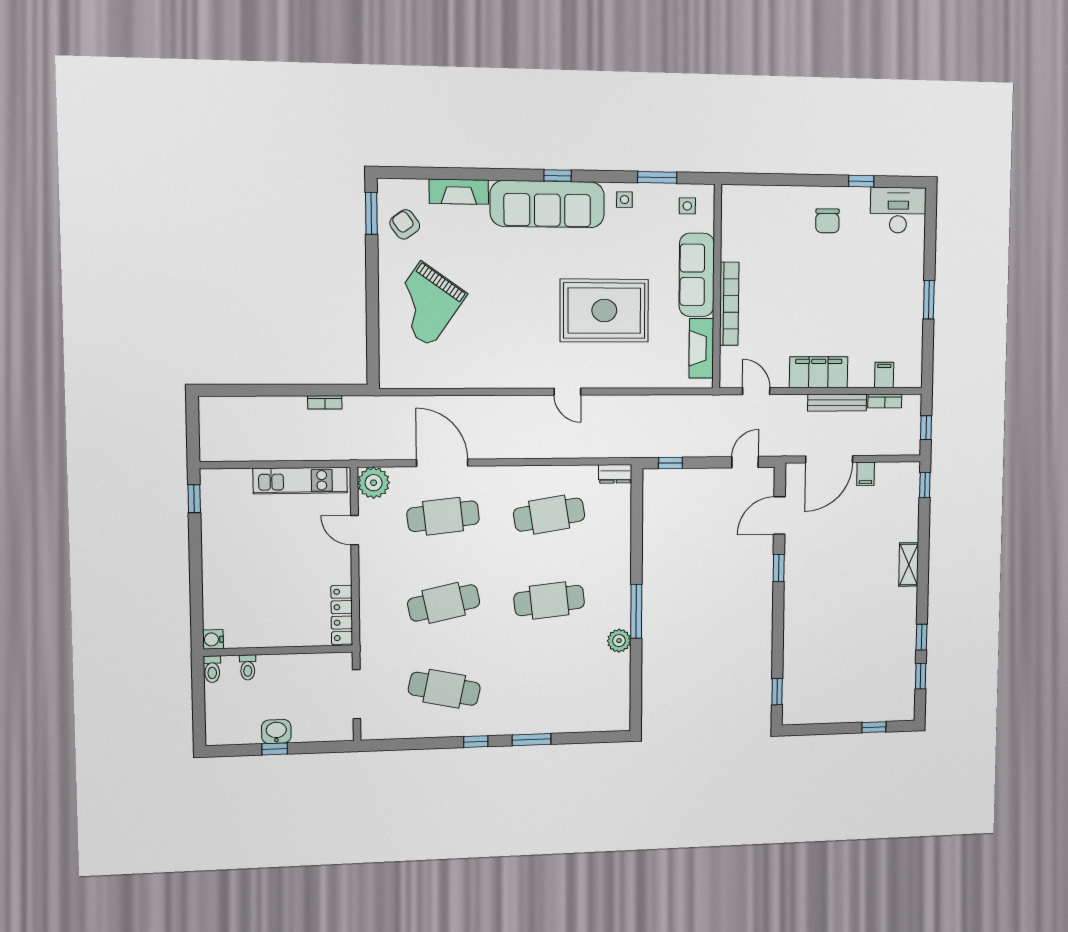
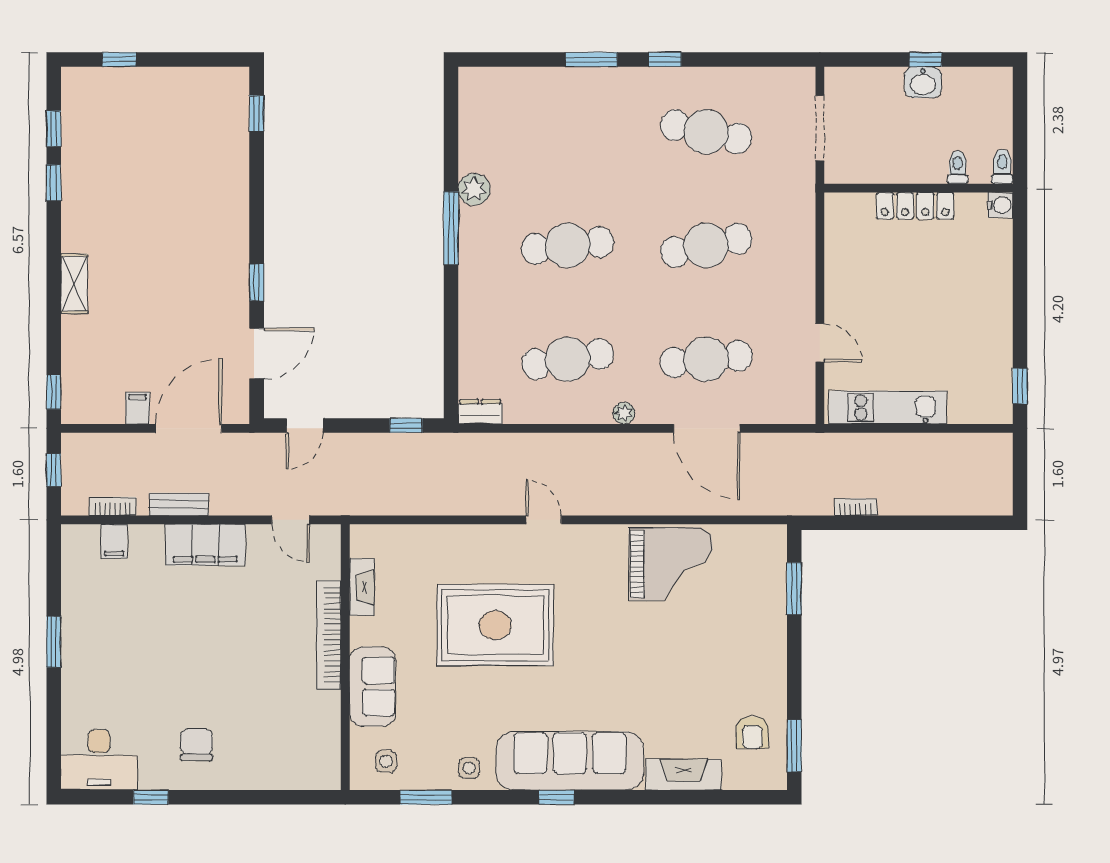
armchair: (405, 224) -> (752, 733), turned 36
sofa: (697, 275) -> (373, 687), width x0.73
grand piano: (426, 304) -> (671, 564), moved, turned 55
window: (373, 338) -> (794, 588), added
fireplace: (701, 348) -> (362, 587), width x0.73, depth x0.76
bench: (837, 403) -> (179, 504), width x0.73
plant: (374, 483) -> (624, 413), moved, width x0.53, depth x0.53
locker: (342, 615) -> (915, 206), moved, turned 90

